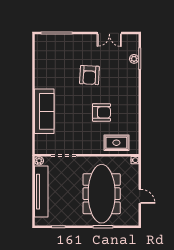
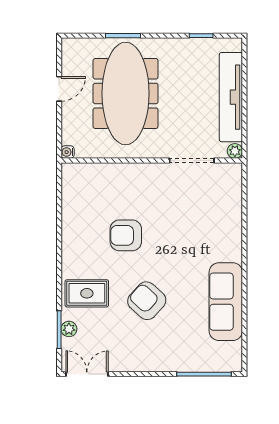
double door: (109, 33) -> (87, 374), moved
armchair: (89, 75) -> (147, 301), turned -51
sofa: (44, 111) -> (226, 302), moved
rug: (116, 143) -> (87, 293), moved
door: (140, 196) -> (59, 89), swing flipped

